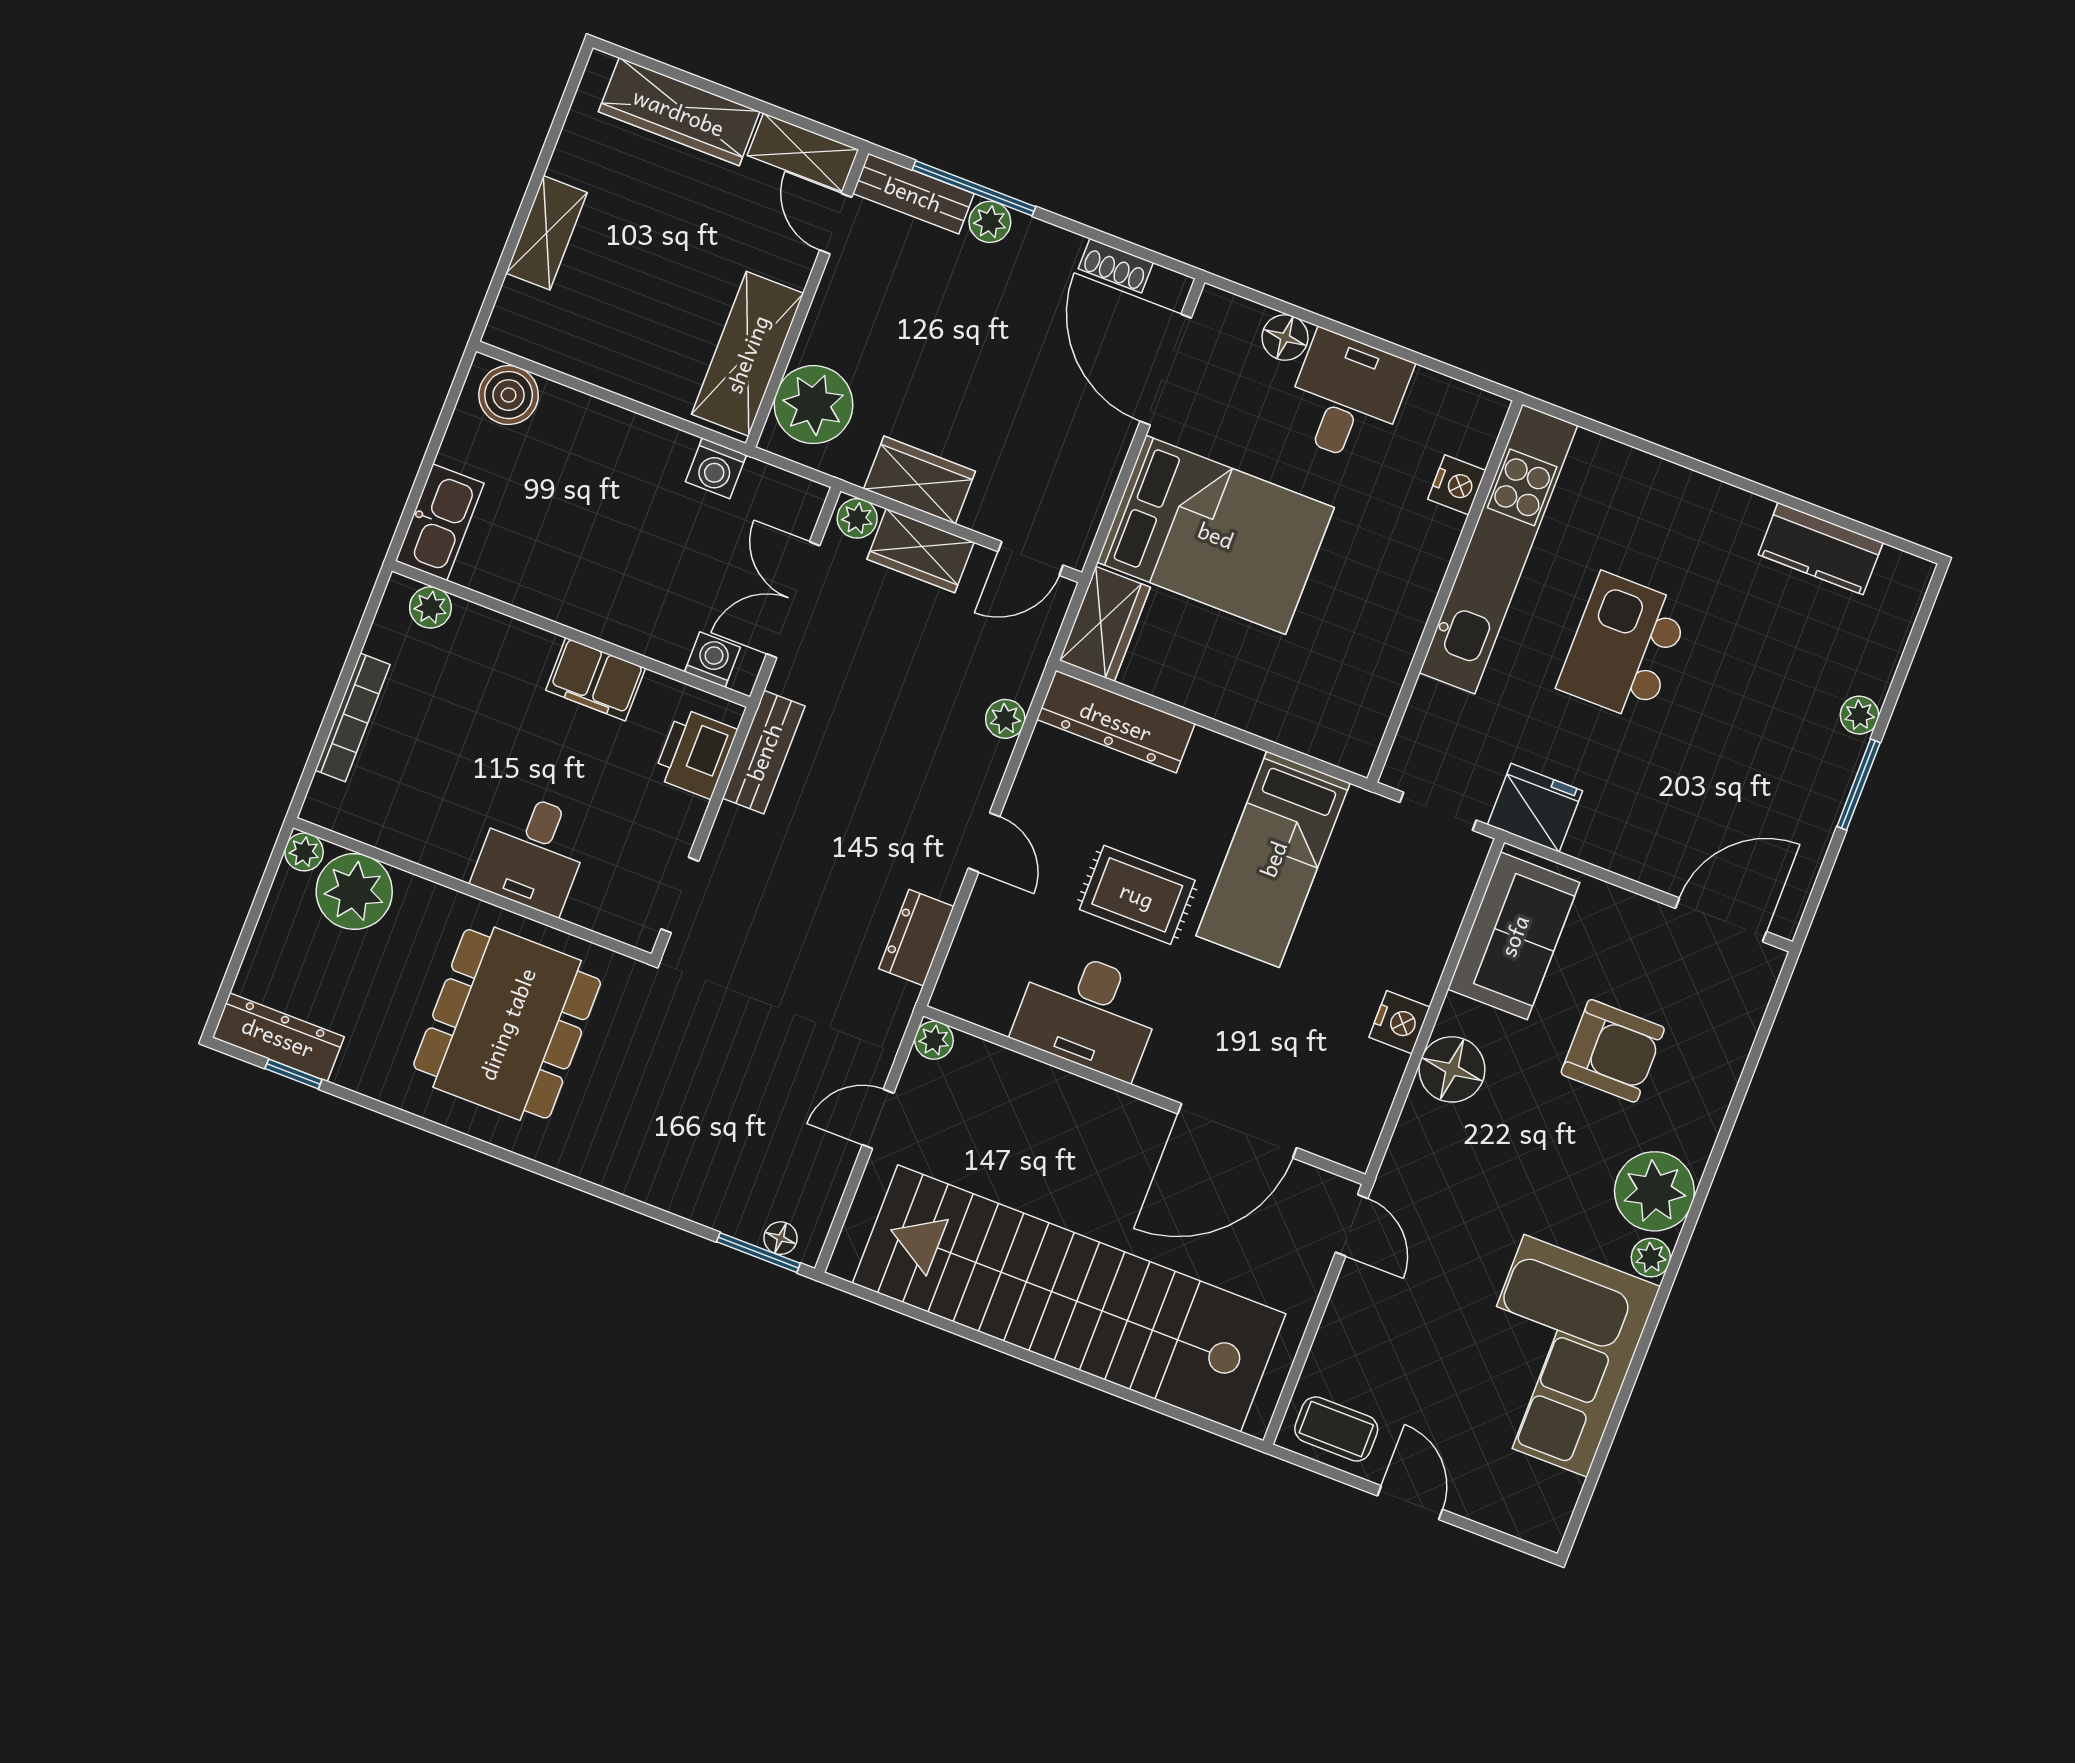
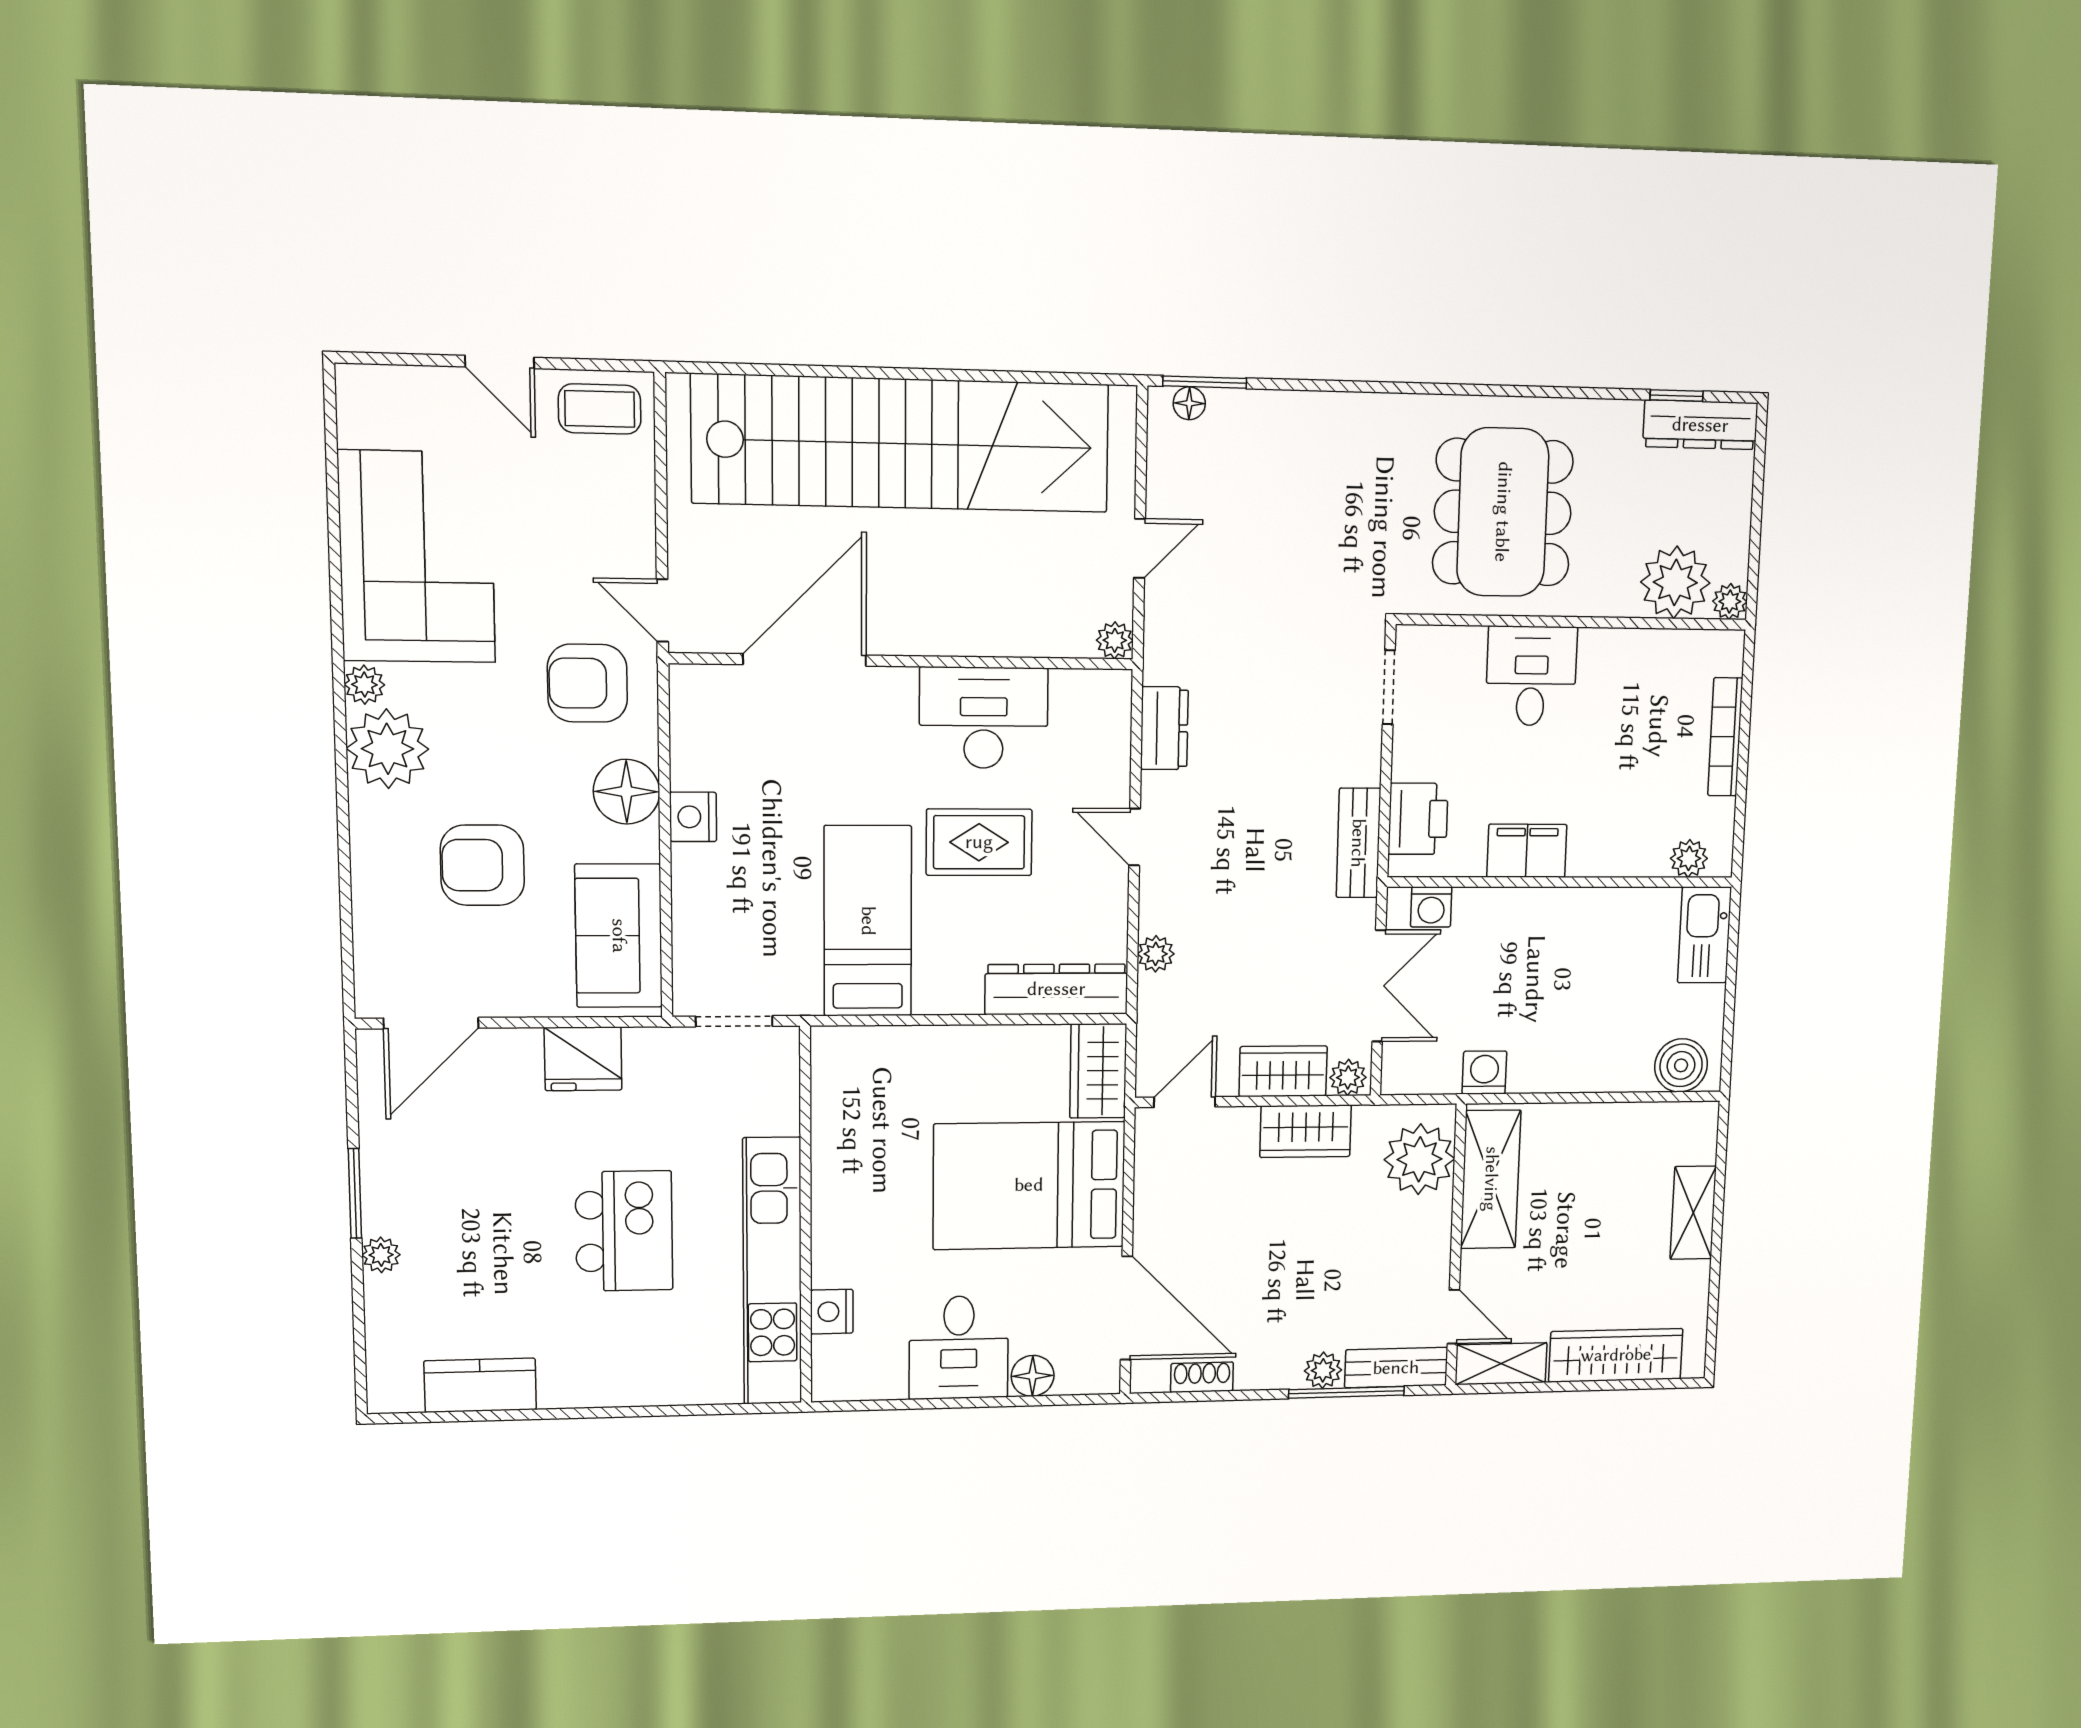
fridge: (1535, 808) -> (583, 1059), moved
armchair: (1448, 1184) -> (587, 683), added

